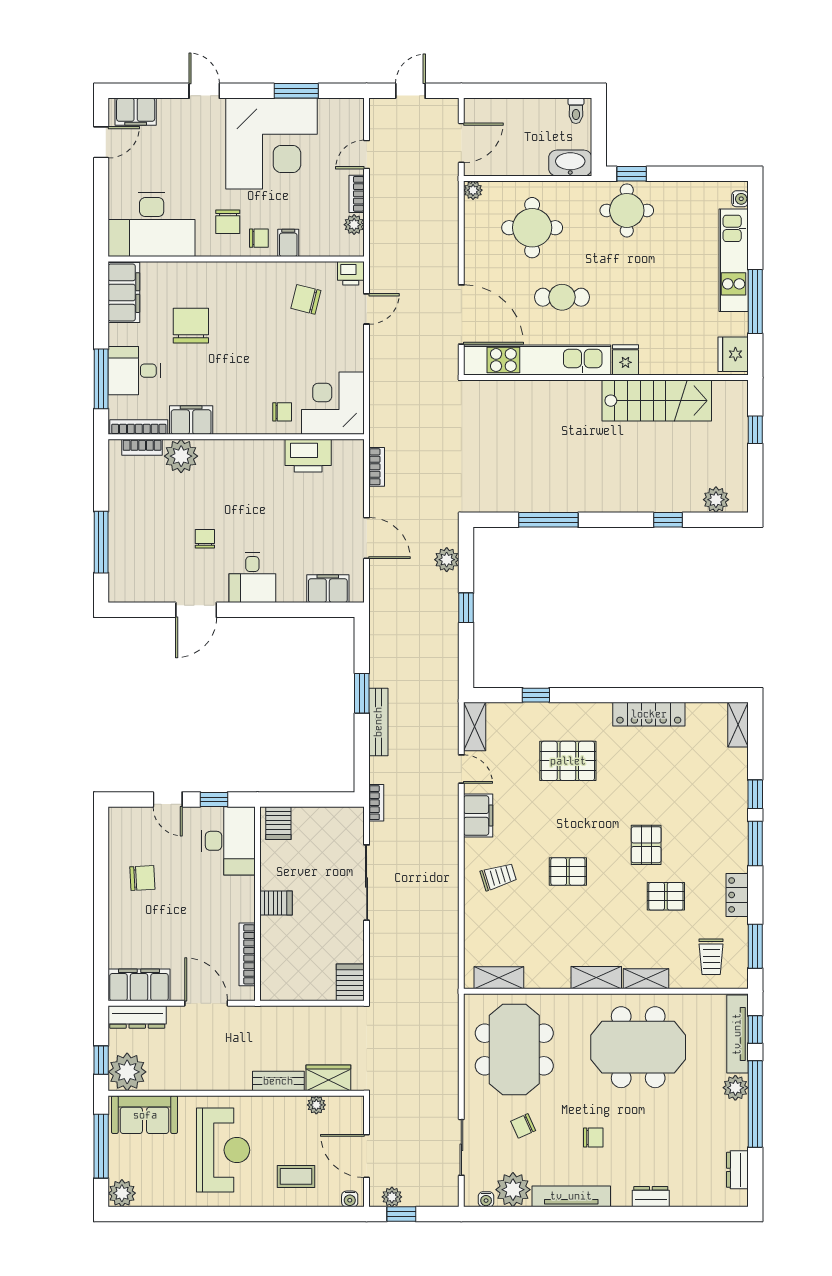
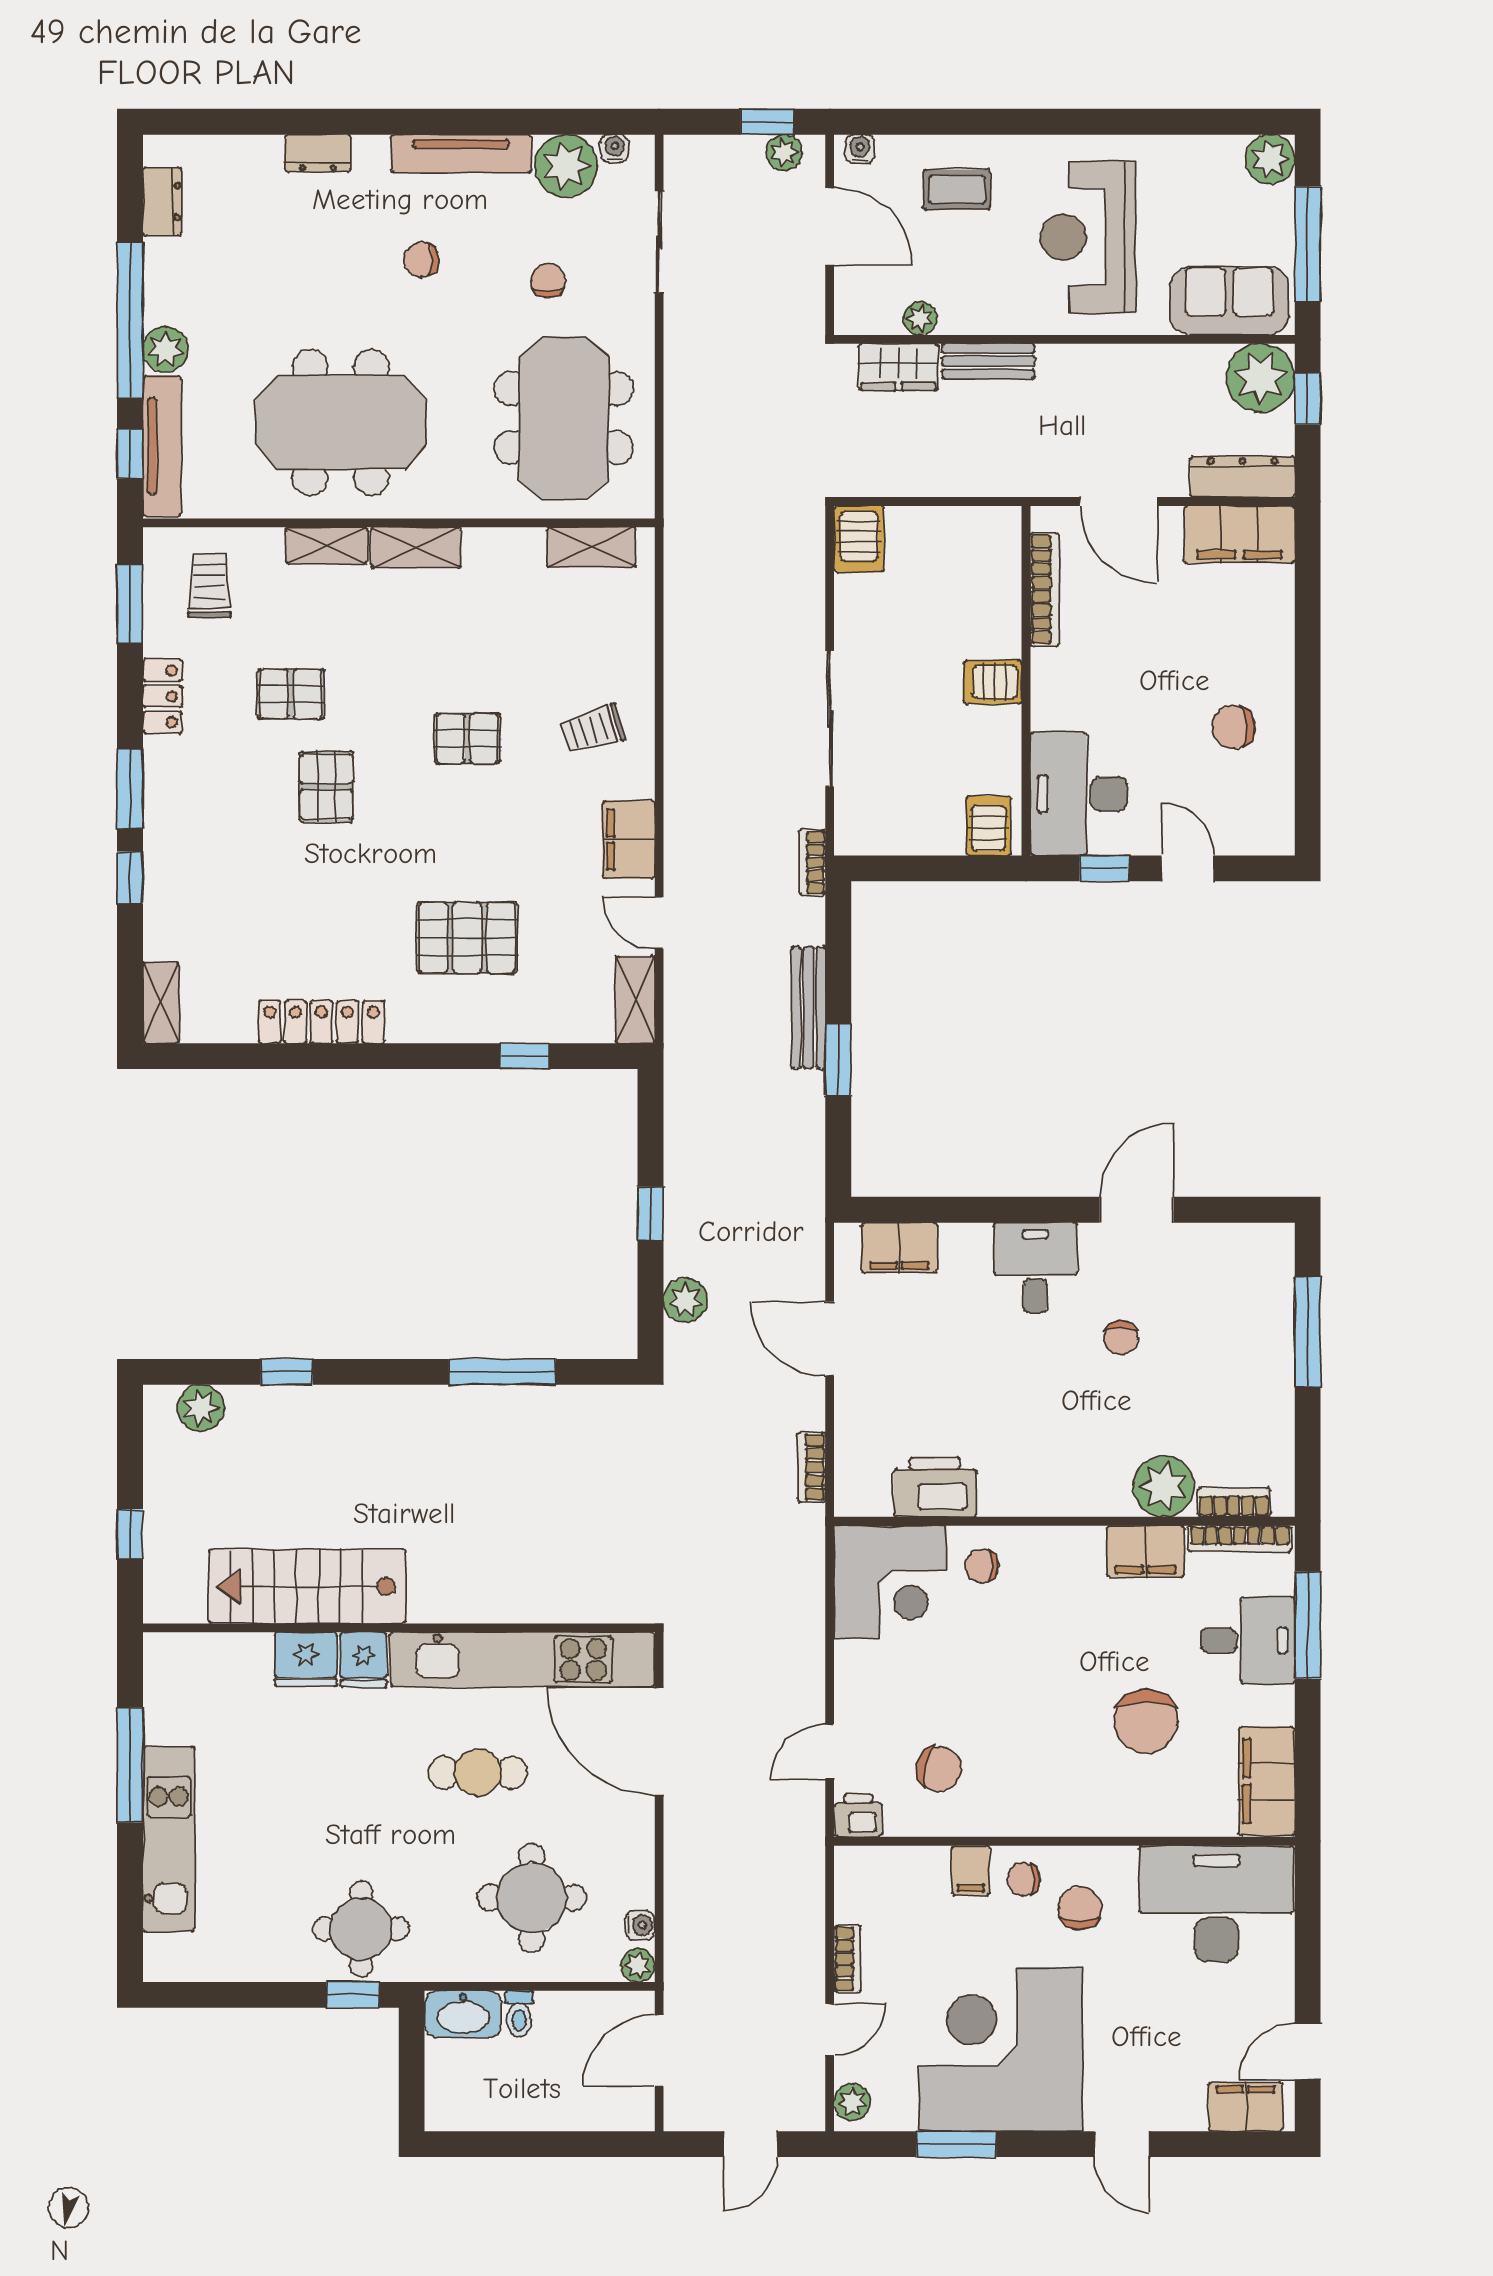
toilet: (576, 111) -> (519, 2014), moved, turned 180
water cooler: (740, 199) -> (640, 1925), moved, turned 180
plant: (354, 225) -> (852, 2102), moved
fridge: (733, 354) -> (306, 1659), moved, turned 90
chair: (523, 1126) -> (548, 281), turned -66

